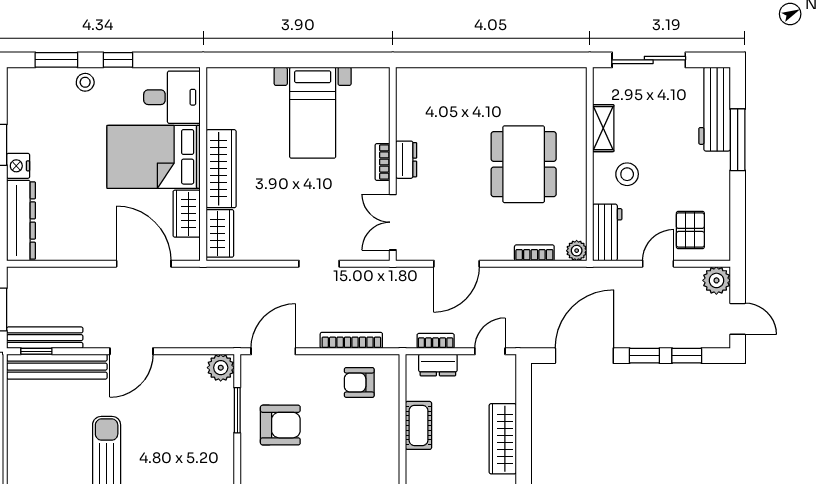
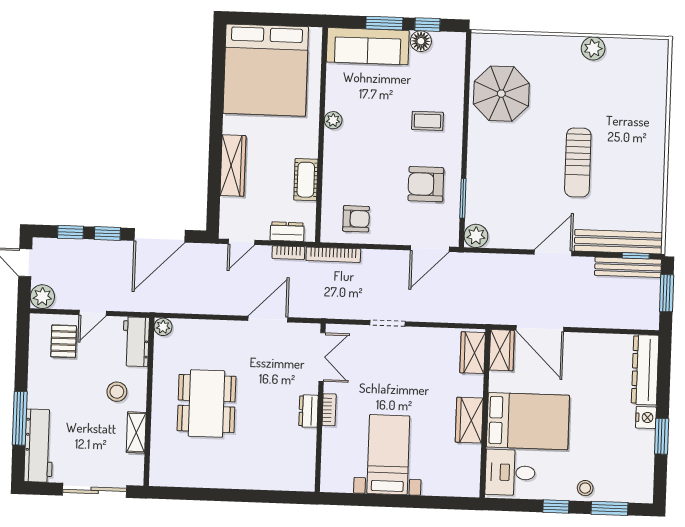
wardrobe: (221, 169) -> (469, 420), width x0.67
wardrobe: (187, 214) -> (502, 350), moved
bookcase: (534, 253) -> (200, 326), removed
bookcase: (351, 340) -> (333, 255), moved

